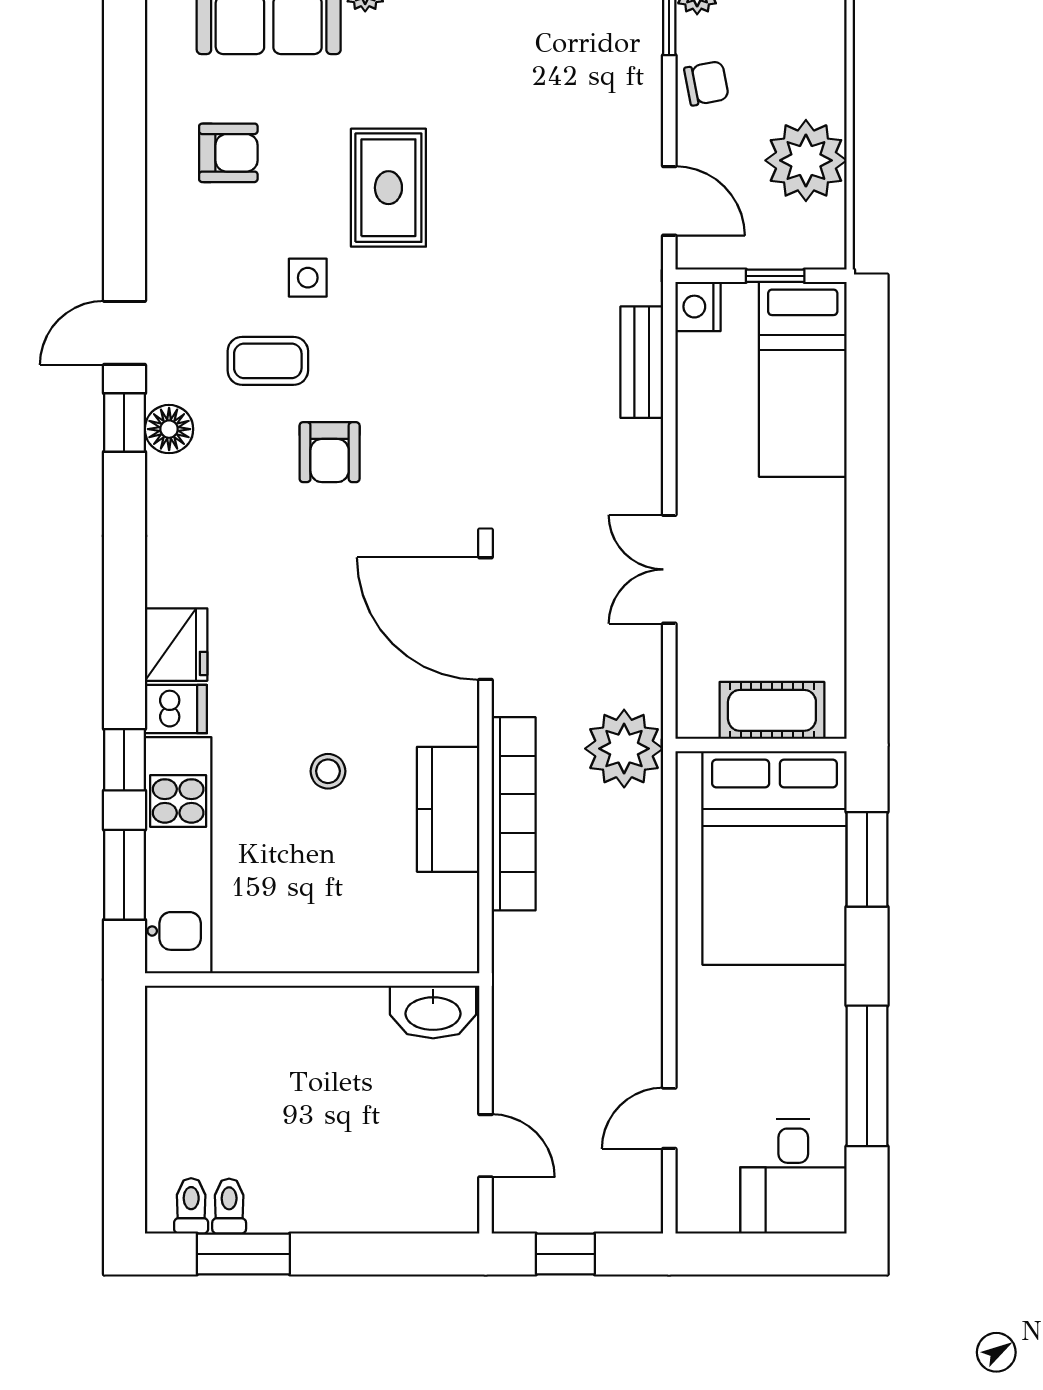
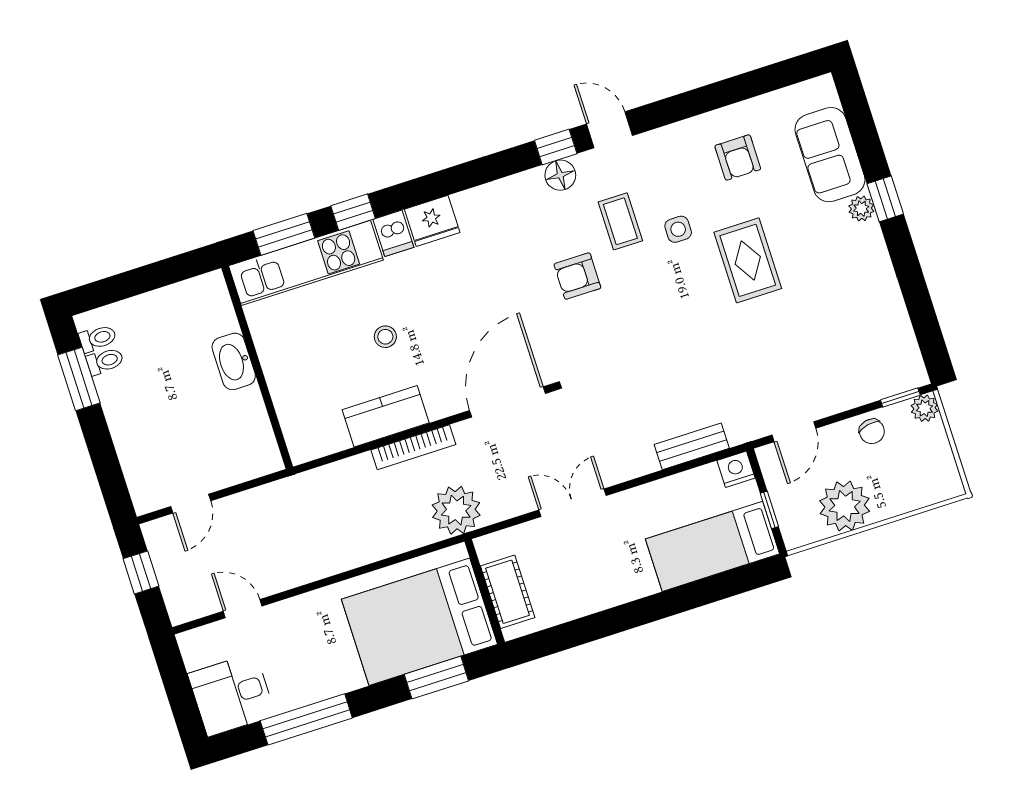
rug: (388, 188) -> (748, 260), turned 90
bookcase: (514, 814) -> (413, 447), width x0.68, depth x0.76
washbasin: (433, 1012) -> (234, 361), moved

